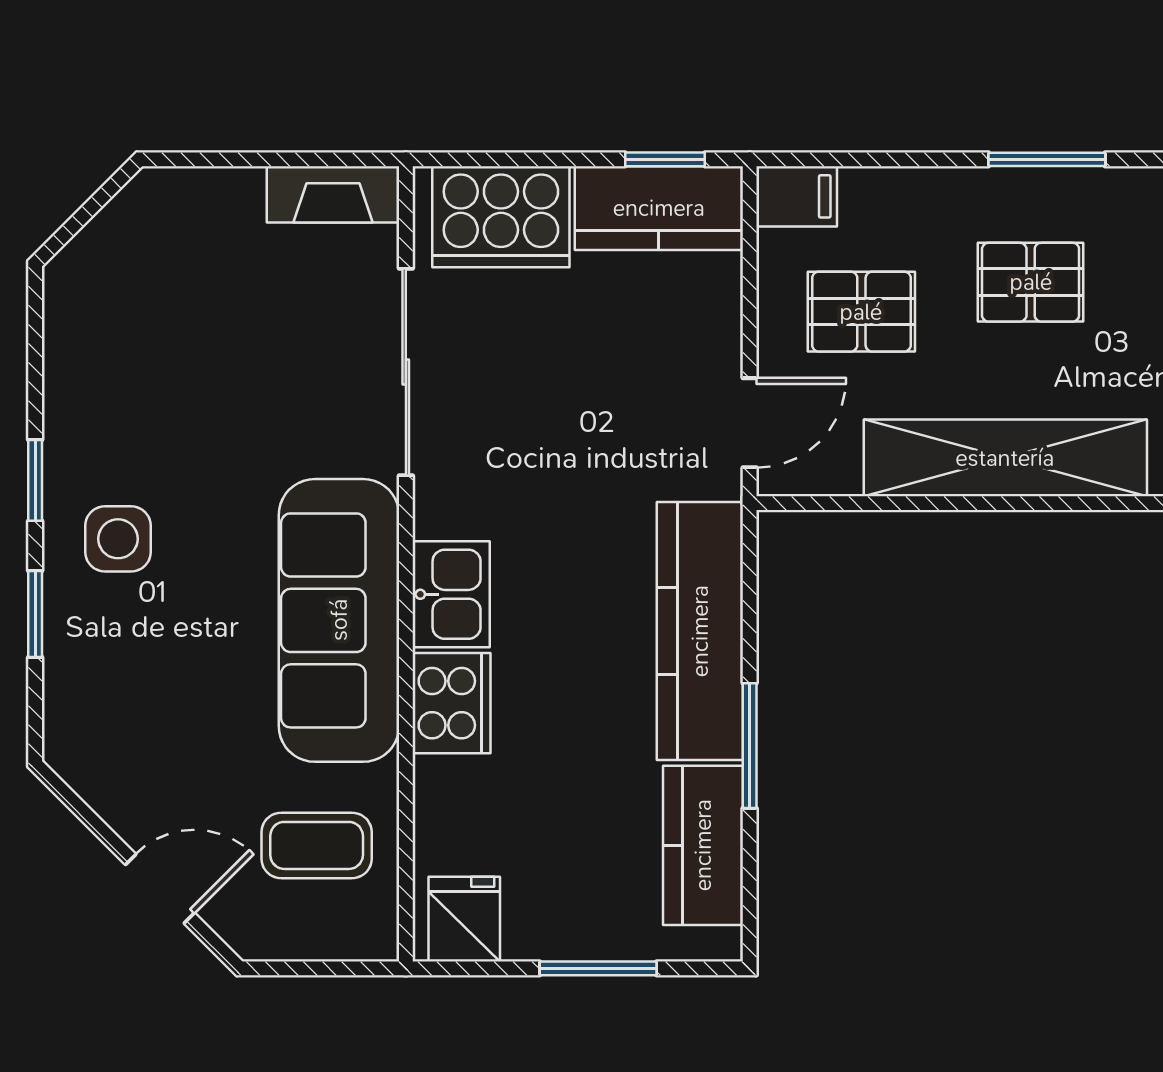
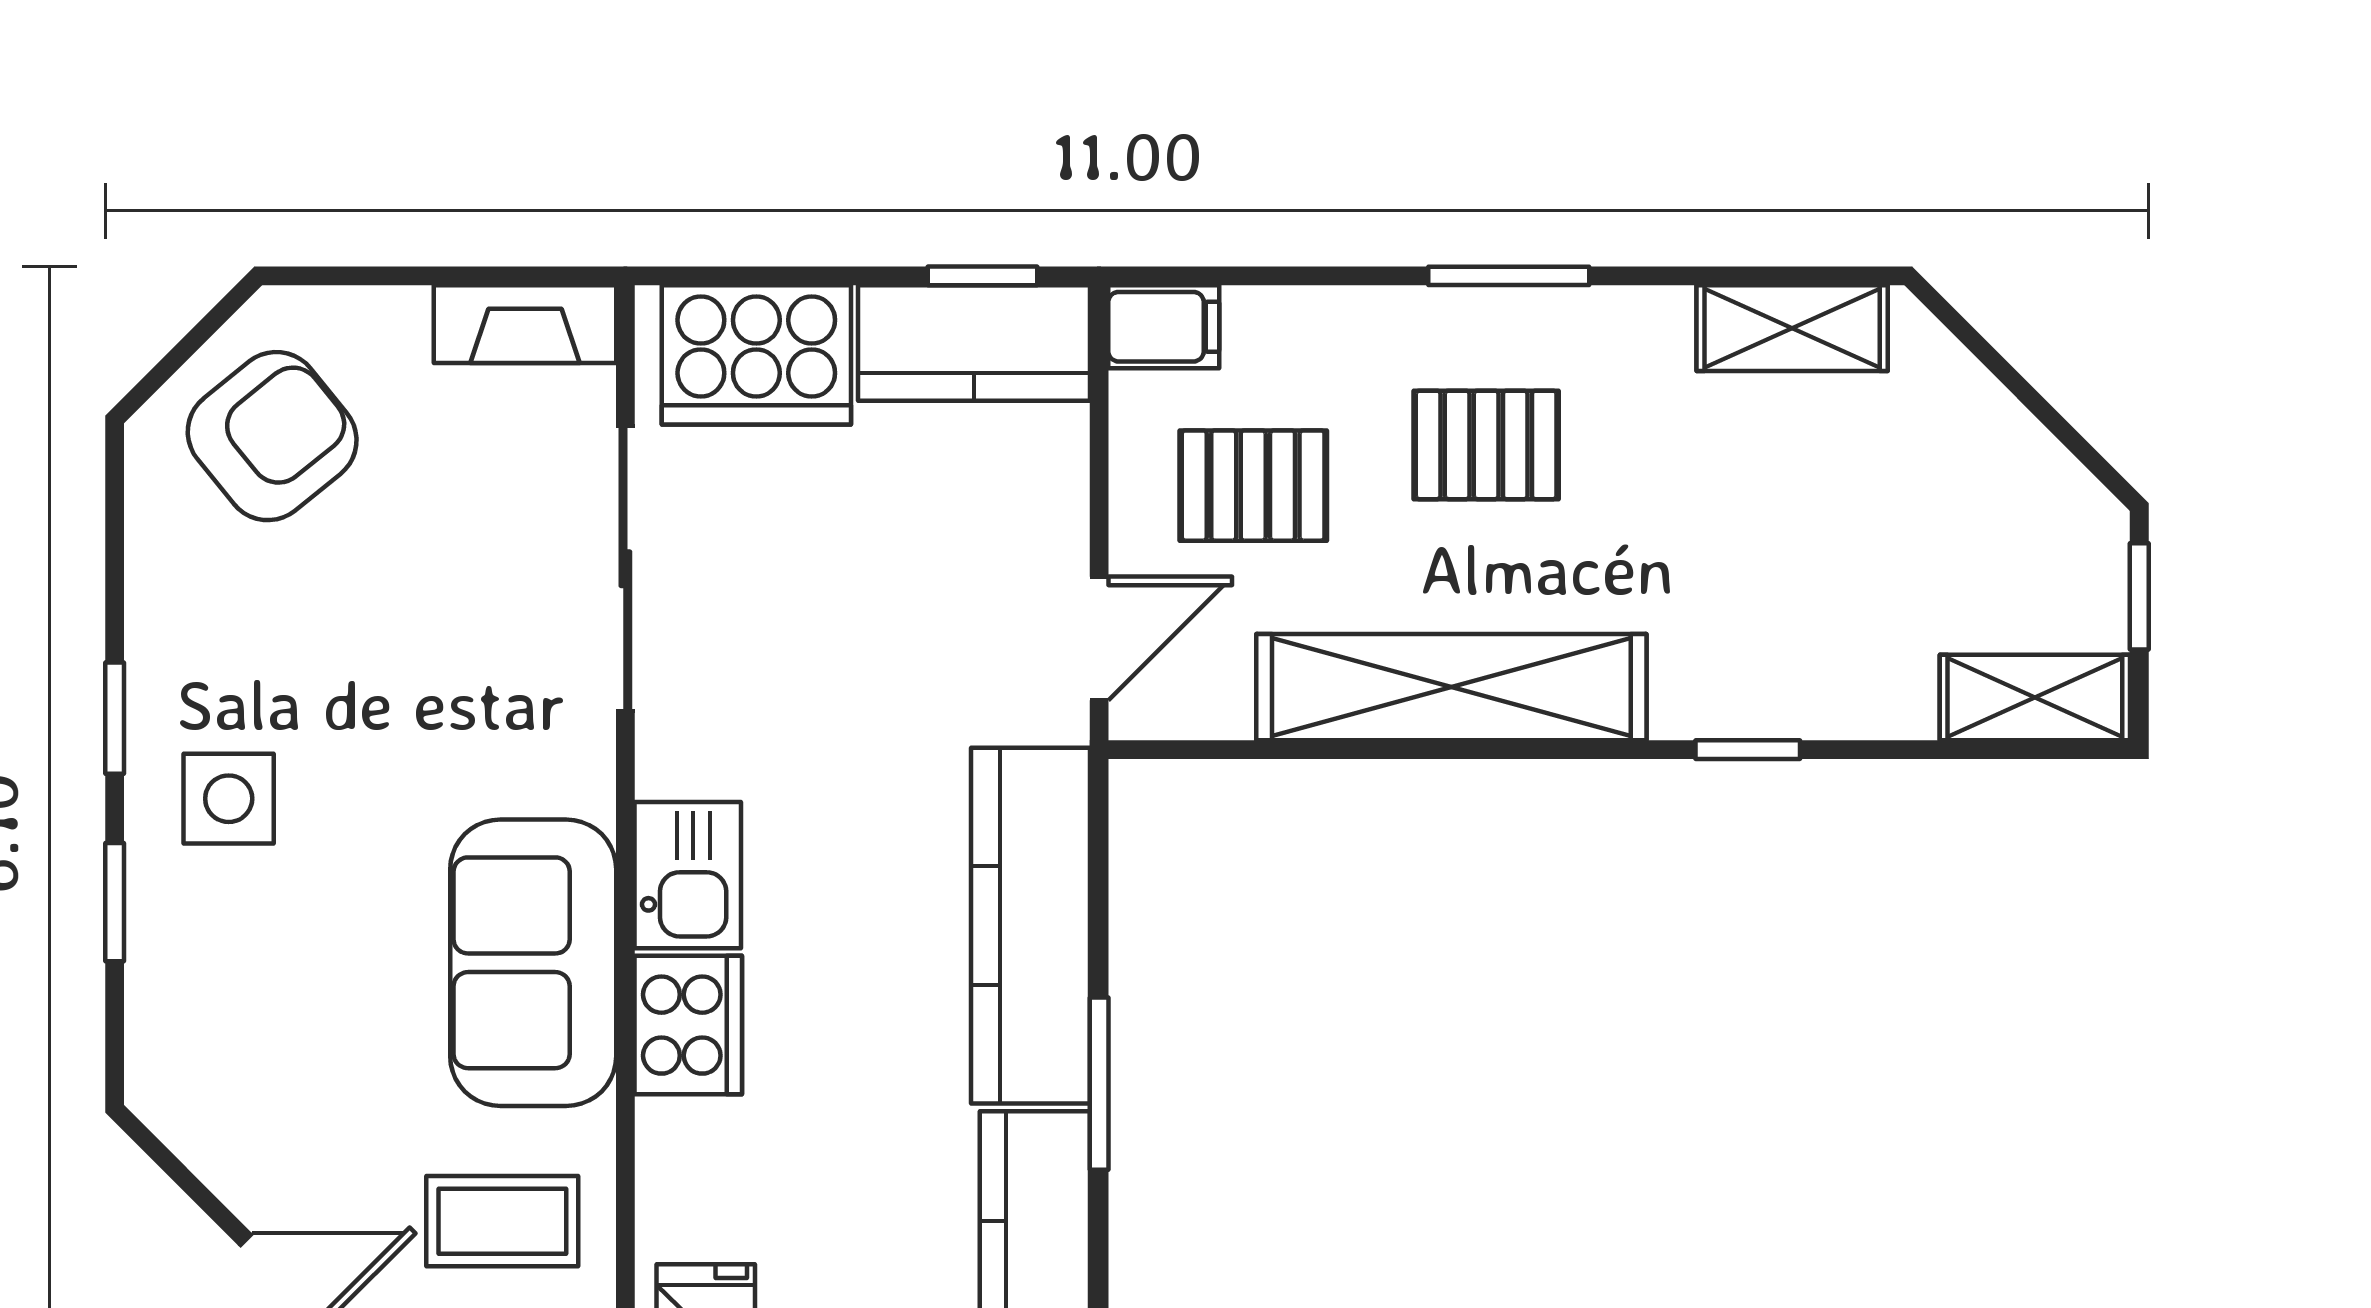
armchair: (150, 276) -> (272, 436), added
sofa: (339, 620) -> (533, 963), width x0.73

